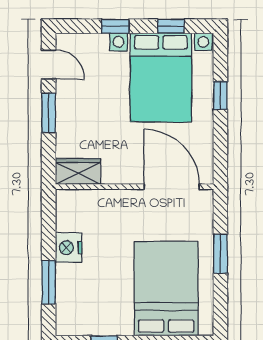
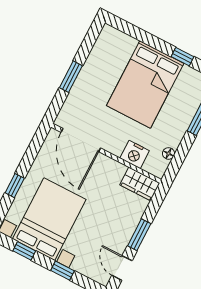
floor lamp: (63, 223) -> (169, 153), added
nightstand: (69, 248) -> (135, 154), moved, turned 90
bed: (166, 289) -> (145, 84), moved

